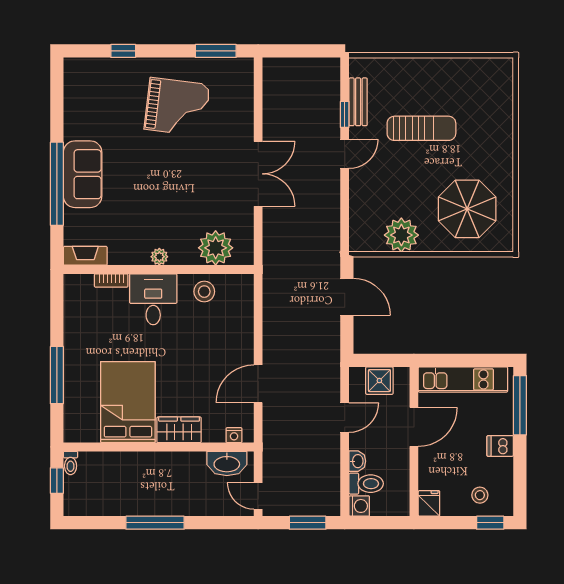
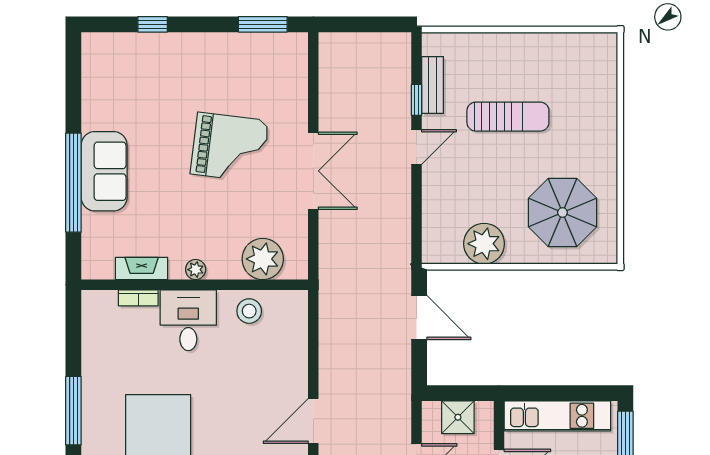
grand piano: (177, 107) -> (230, 147), moved
fireplace: (85, 256) -> (142, 268), moved

